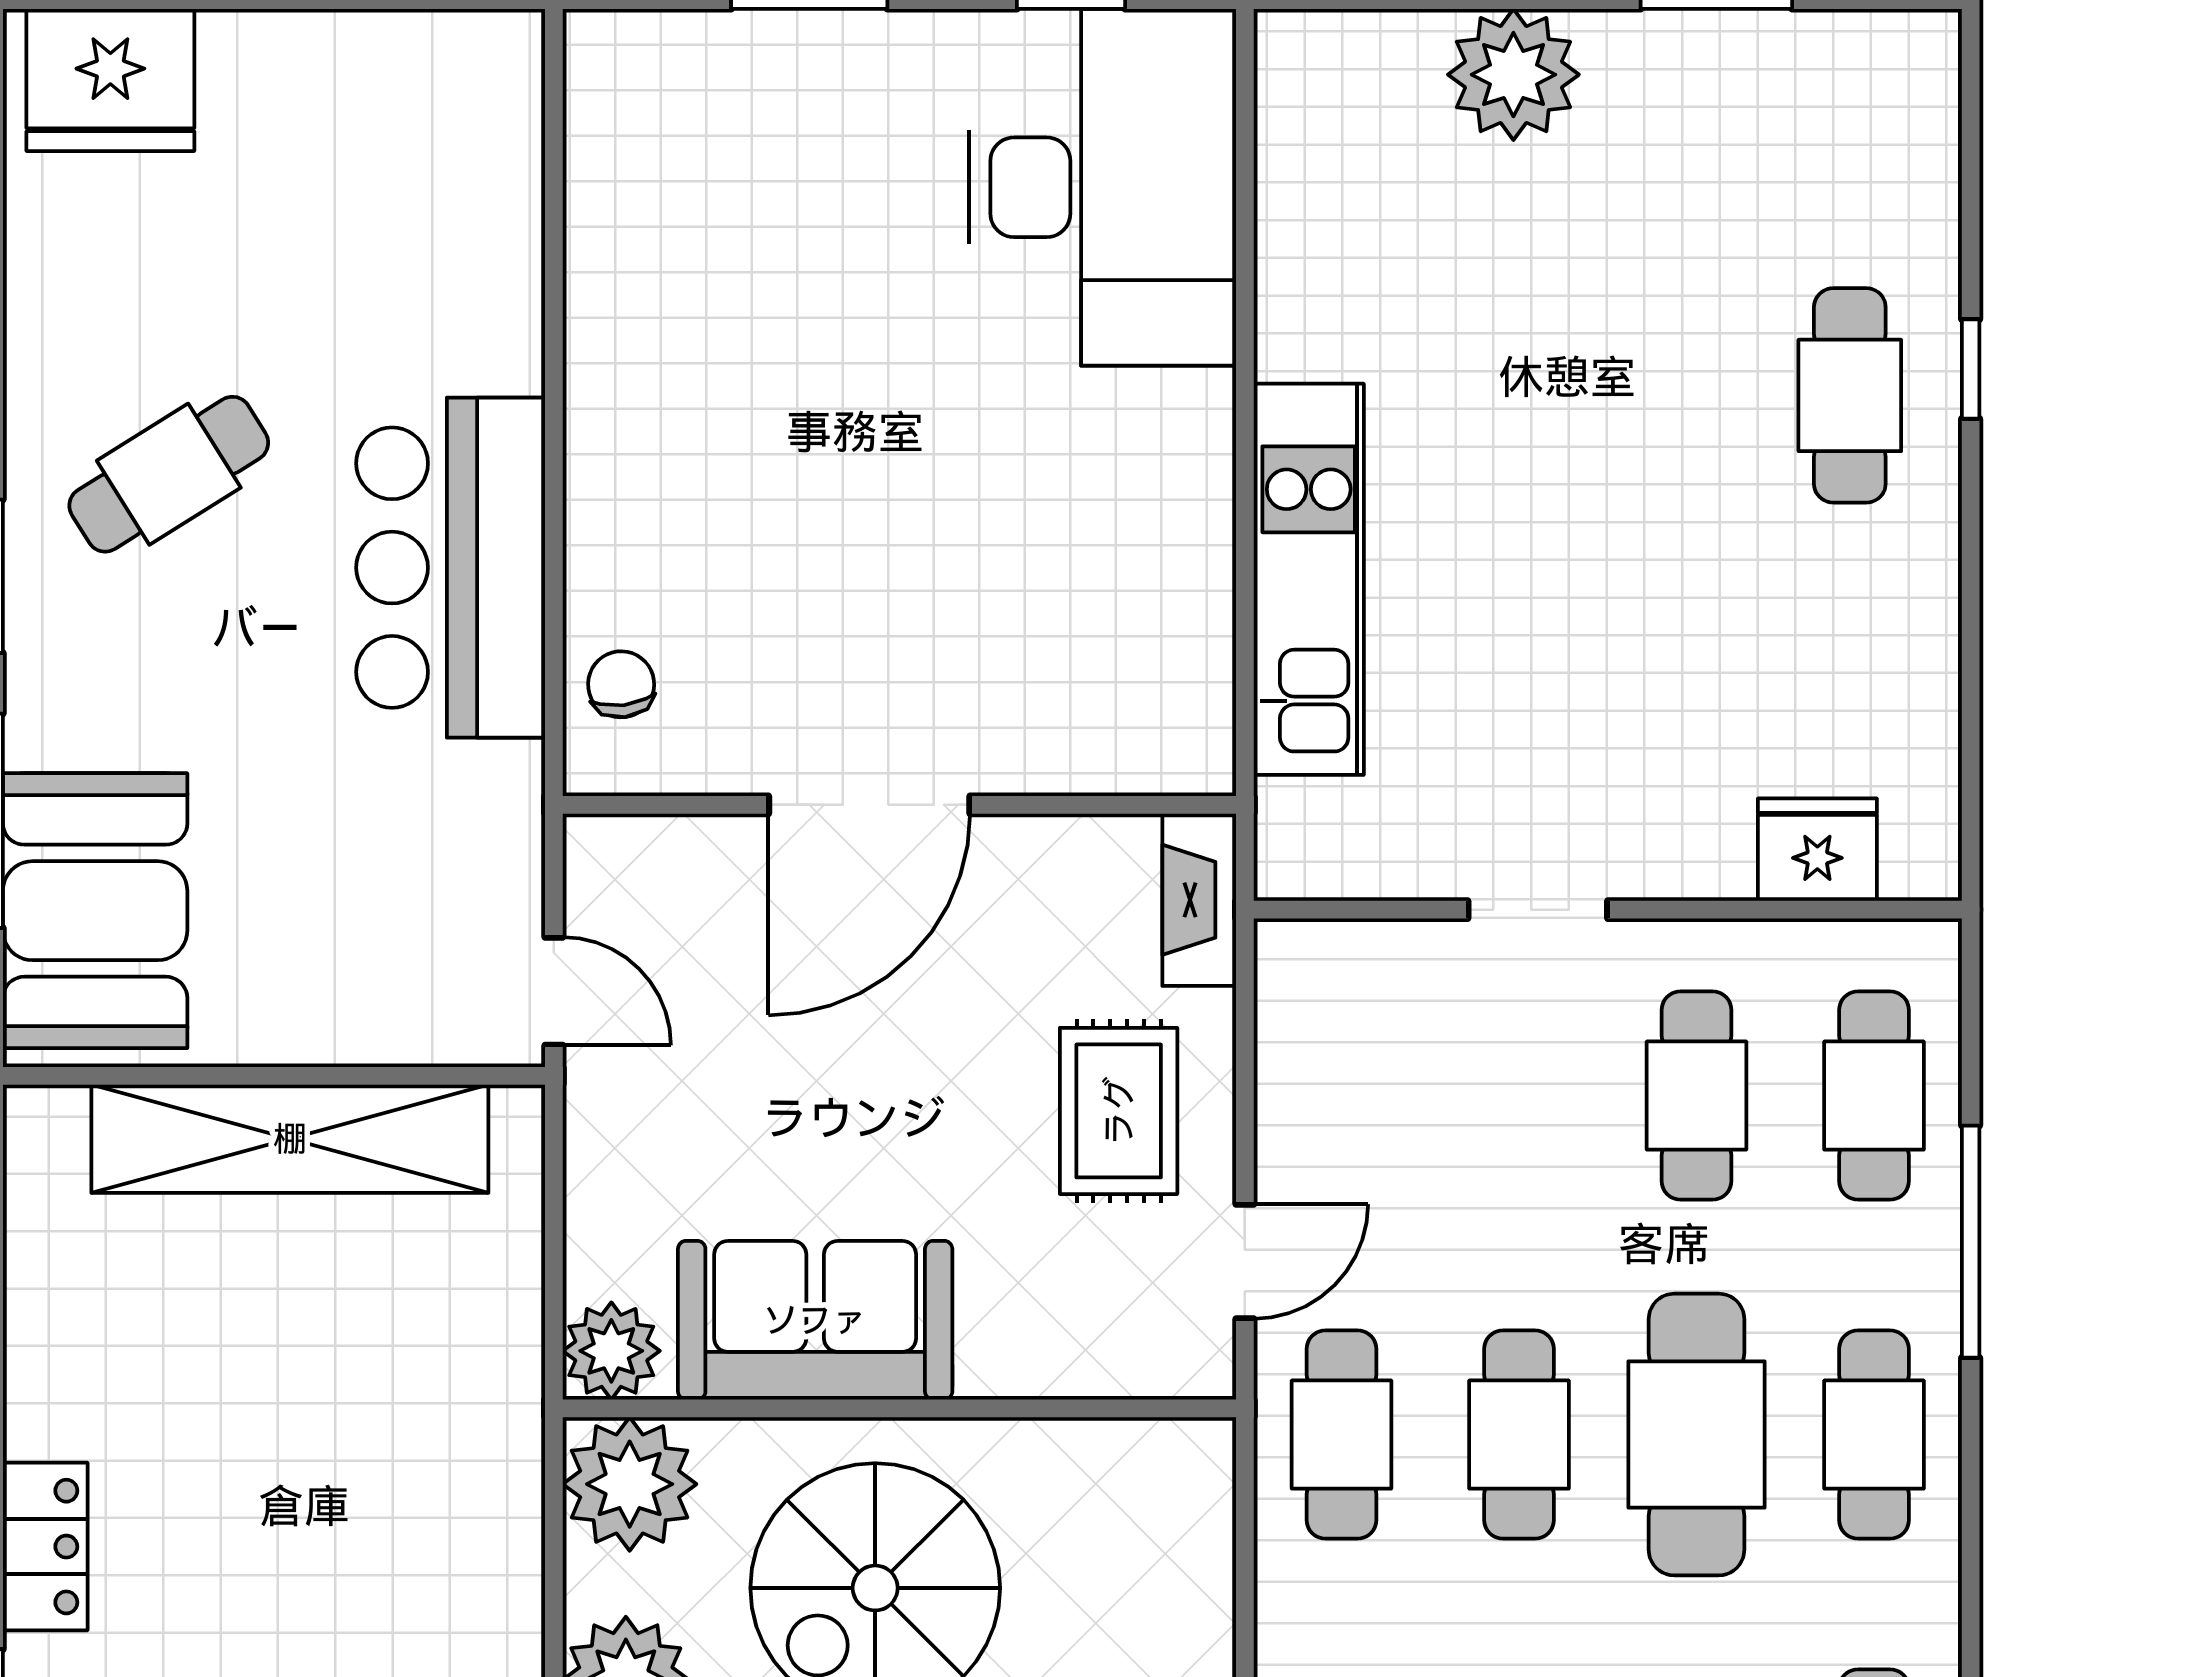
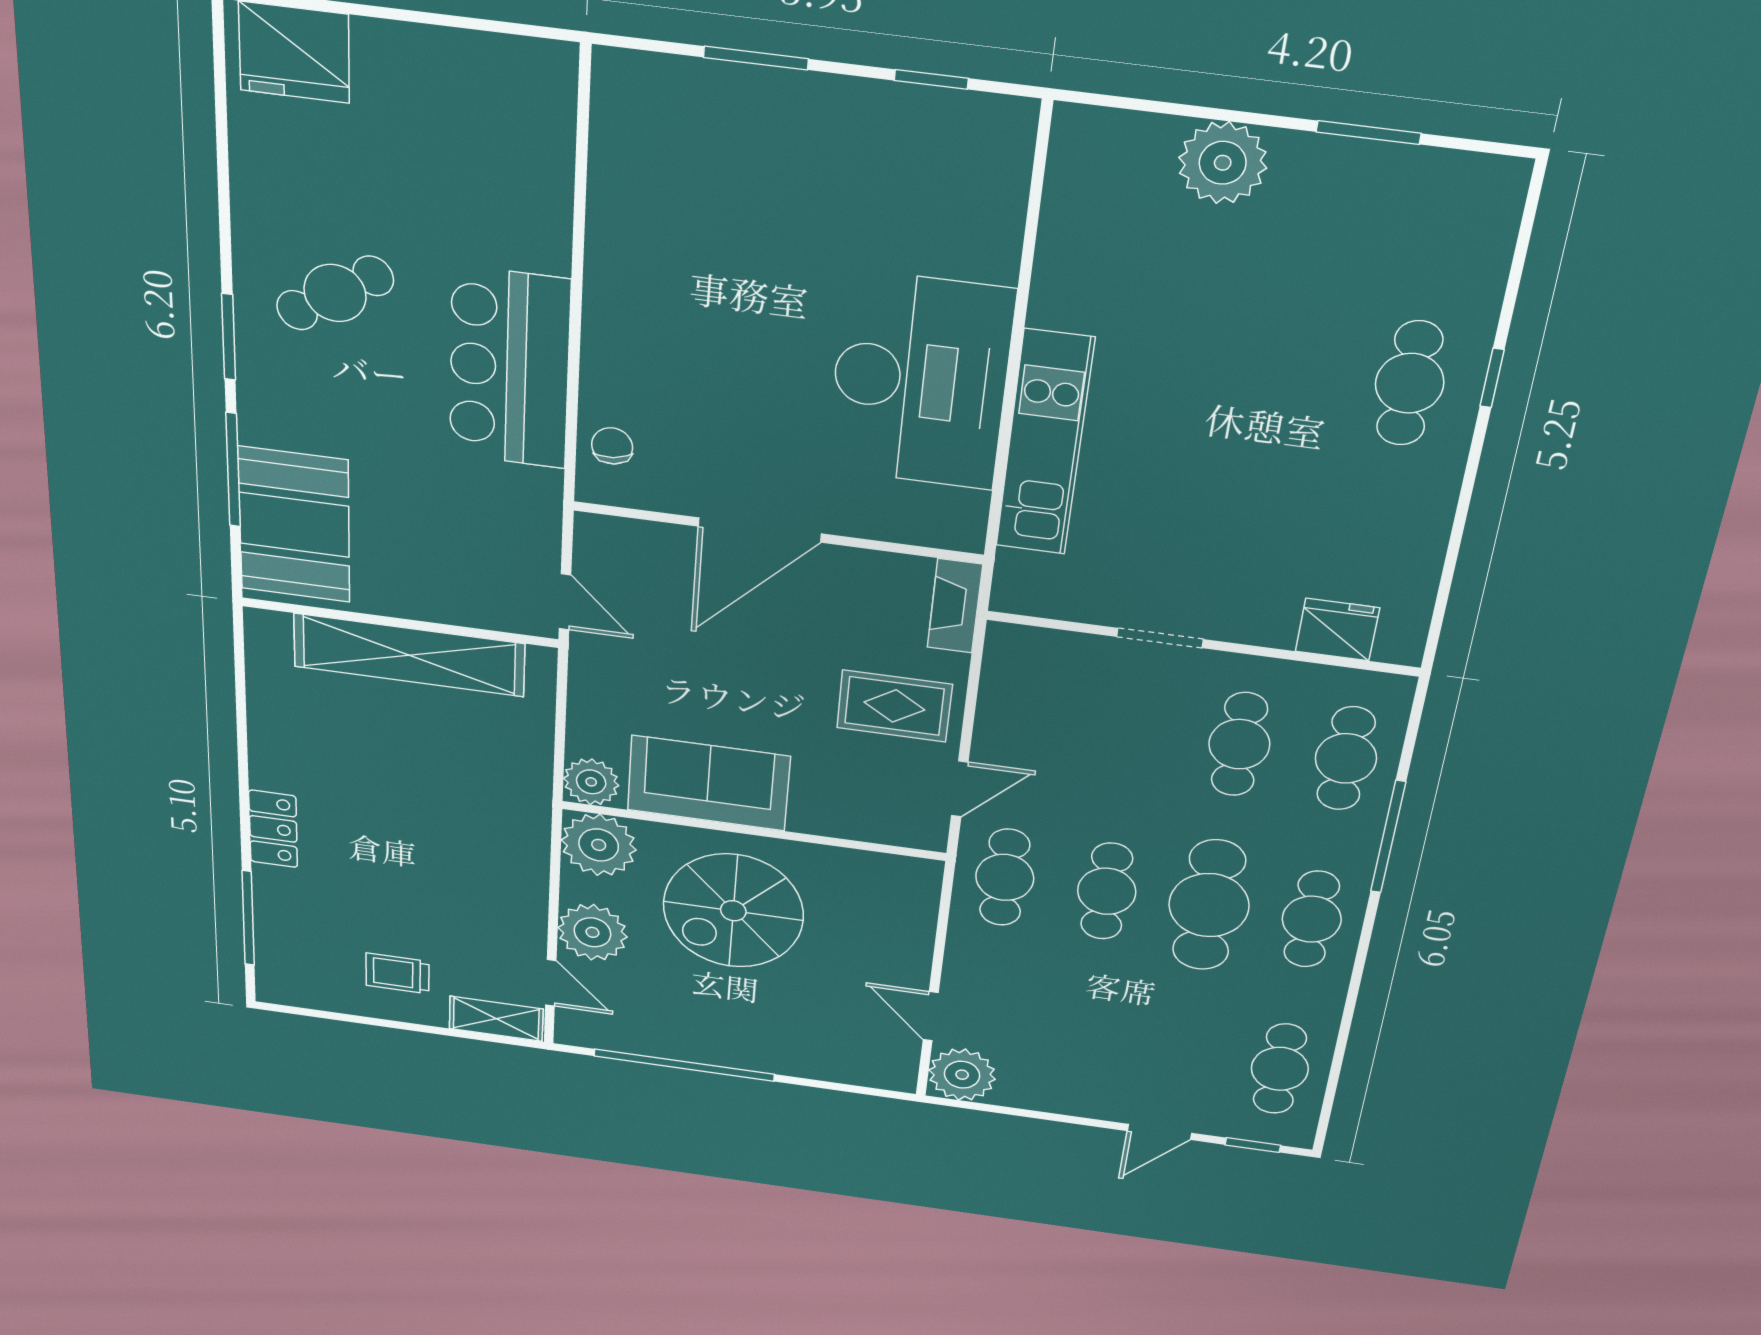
desk: (1102, 187) -> (920, 381), moved
rug: (1119, 1111) -> (894, 706), turned 90

